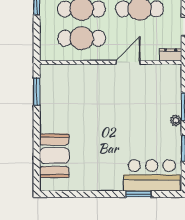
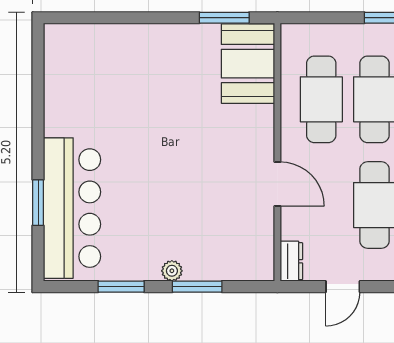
booth: (54, 156) -> (248, 64), moved, turned 90
bar counter: (152, 175) -> (72, 208), width x1.36

